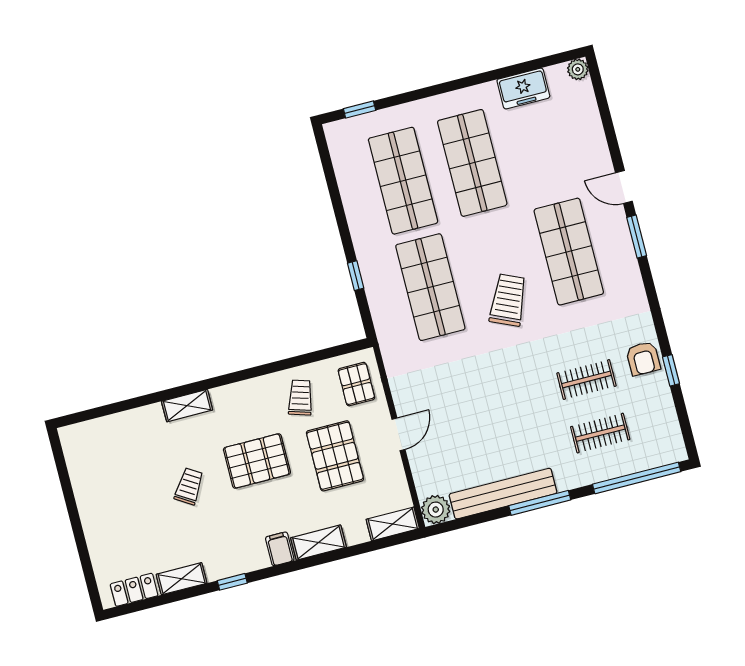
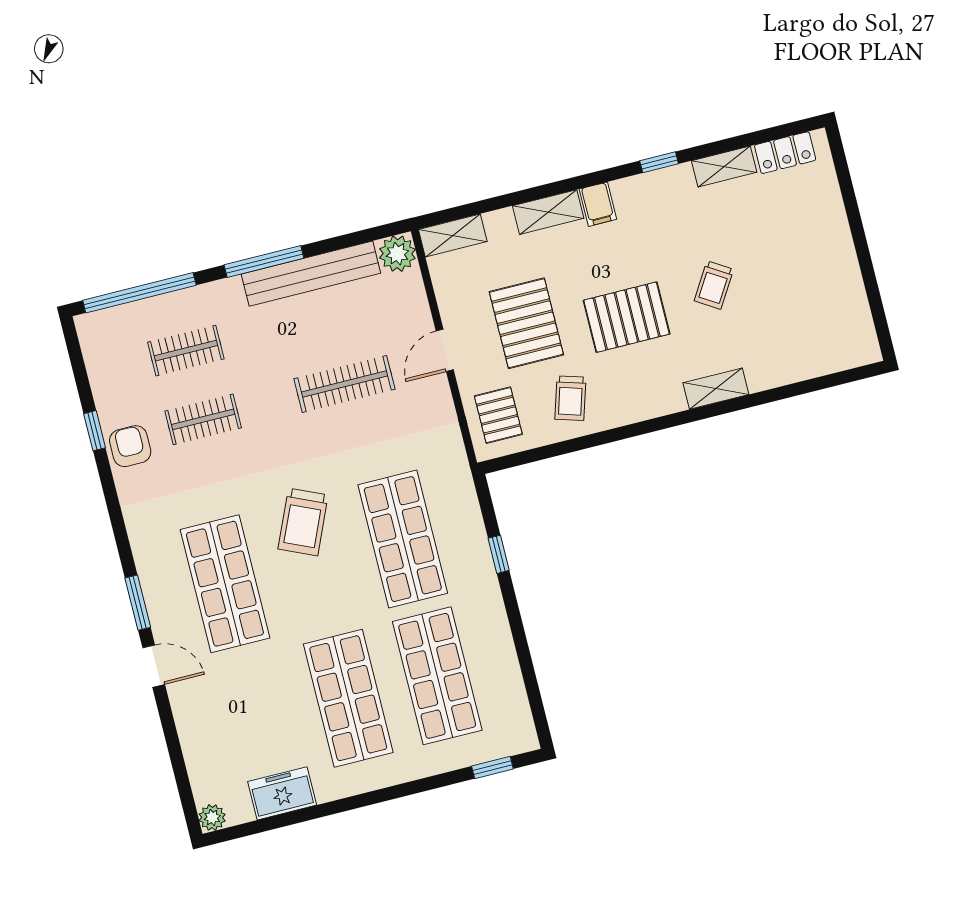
clothes rail: (477, 408) -> (344, 384), added

